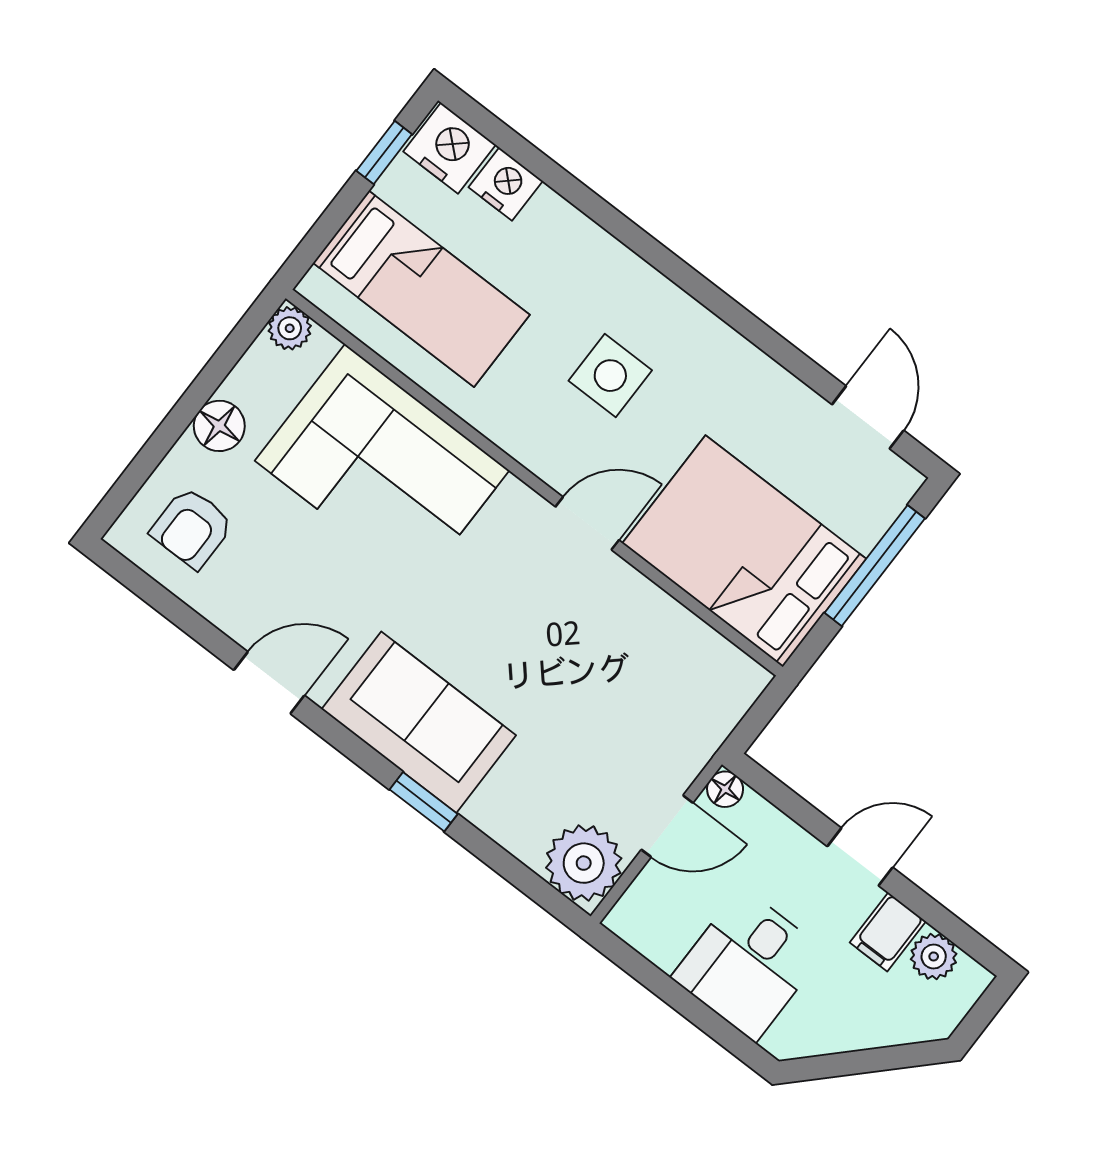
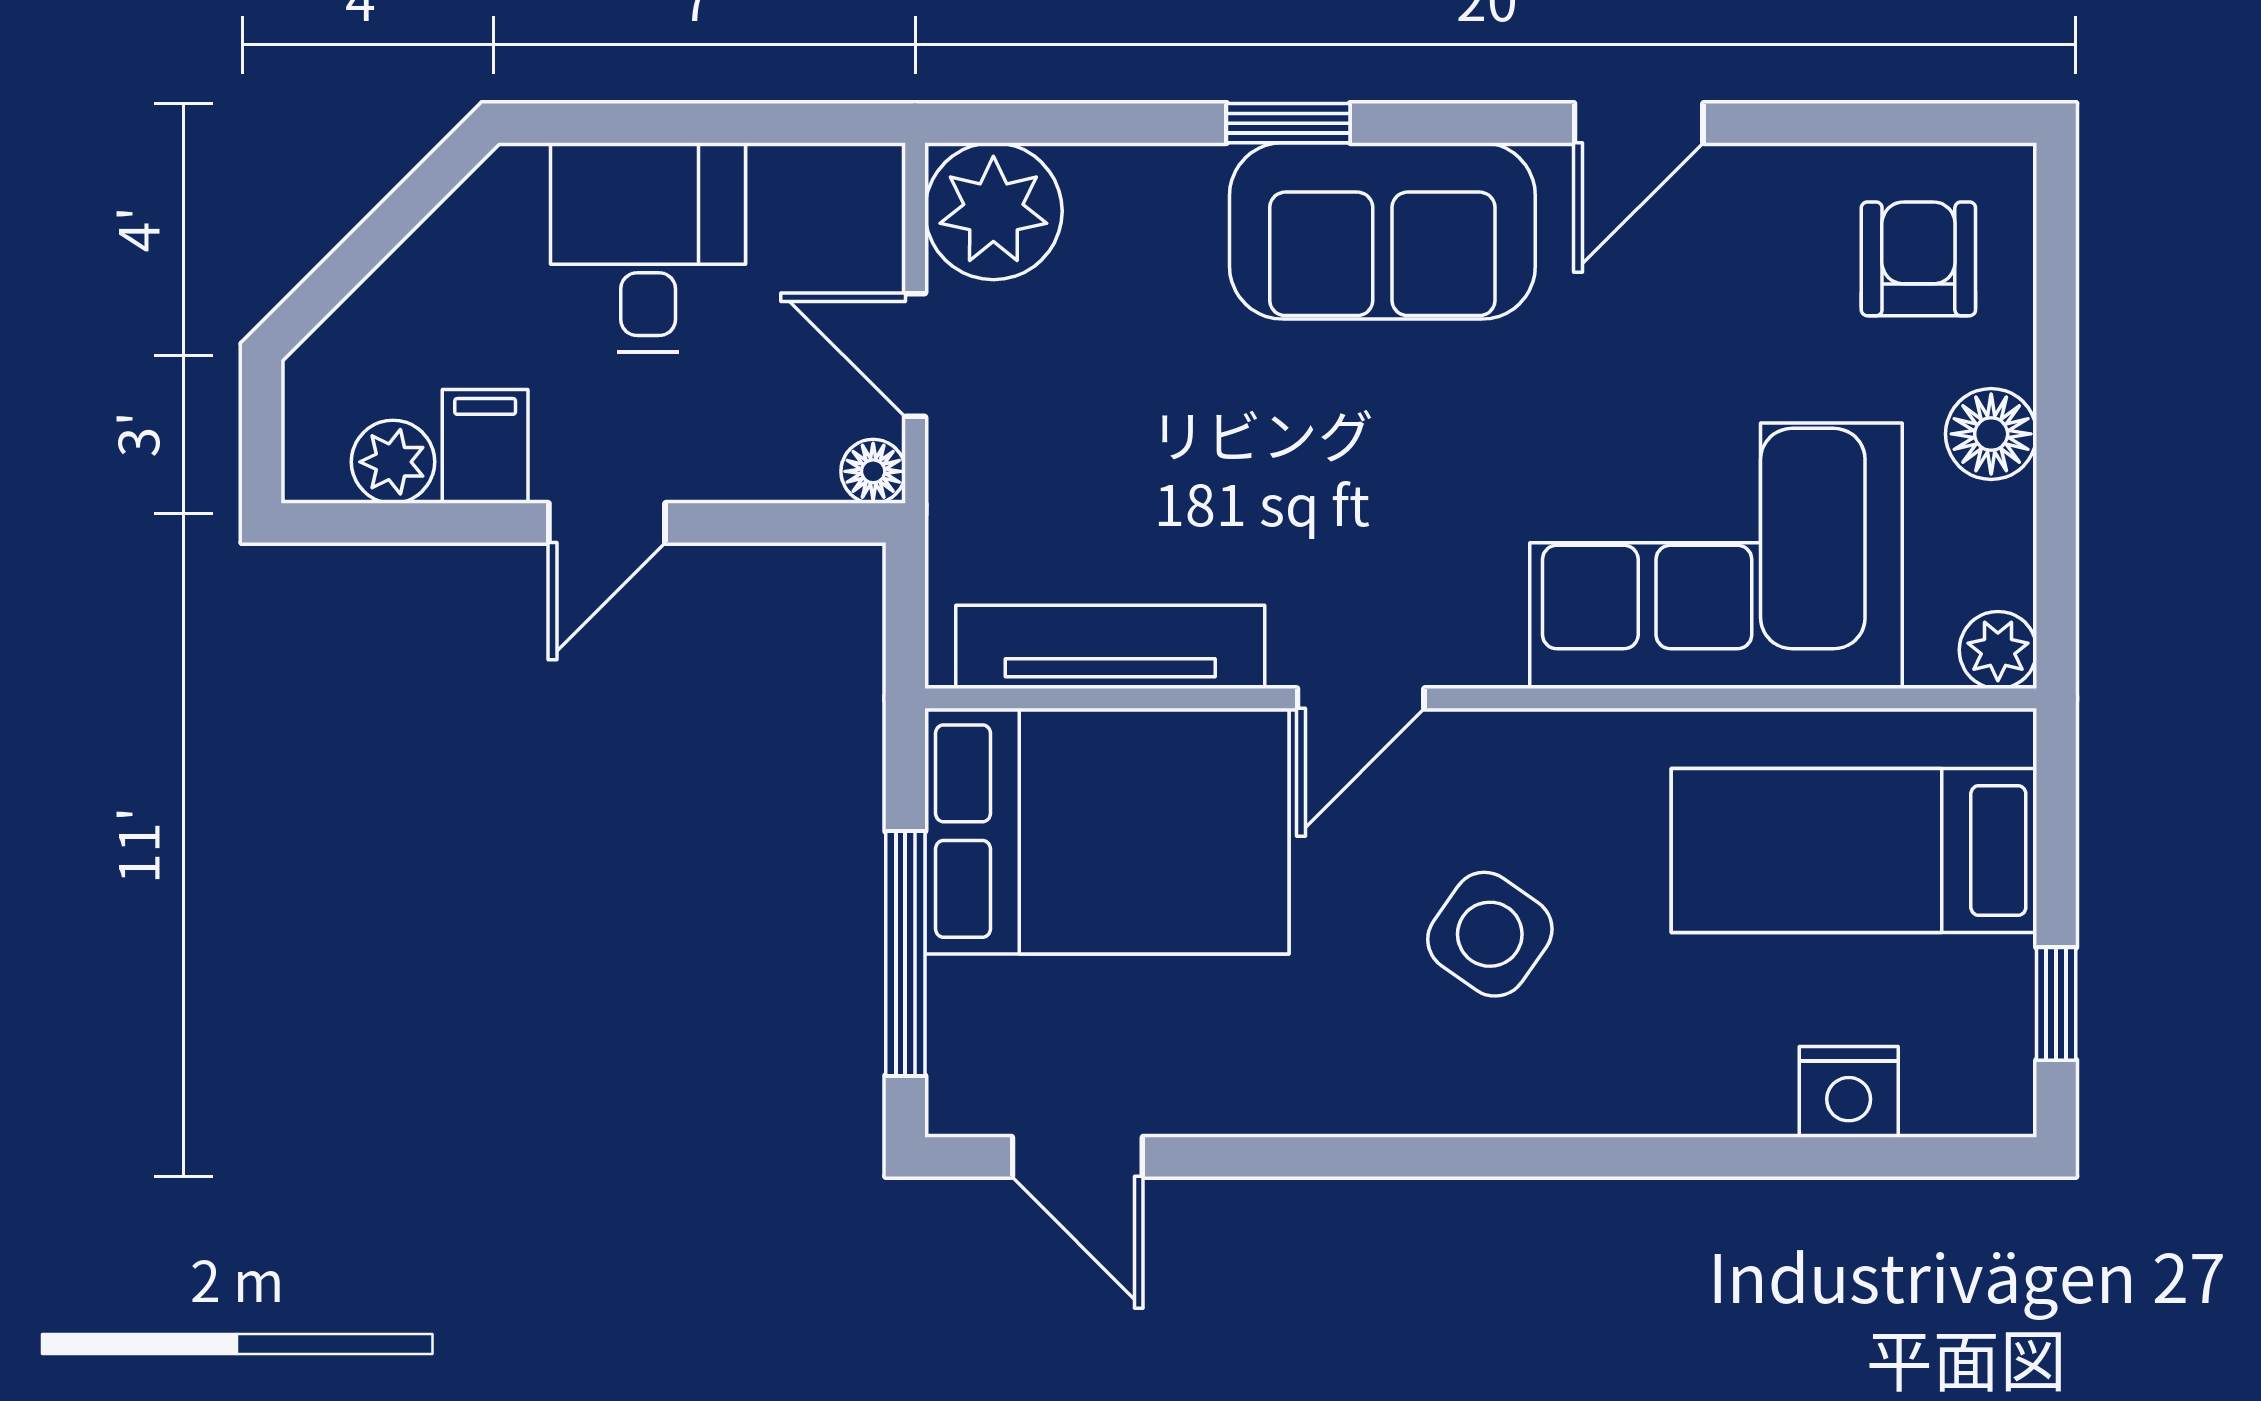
nightstand: (449, 148) -> (1968, 1082), removed
side table: (610, 376) -> (1490, 934), turned 35
tv unit: (680, 631) -> (1110, 647), added
door: (667, 826) -> (915, 355), hinge flipped

